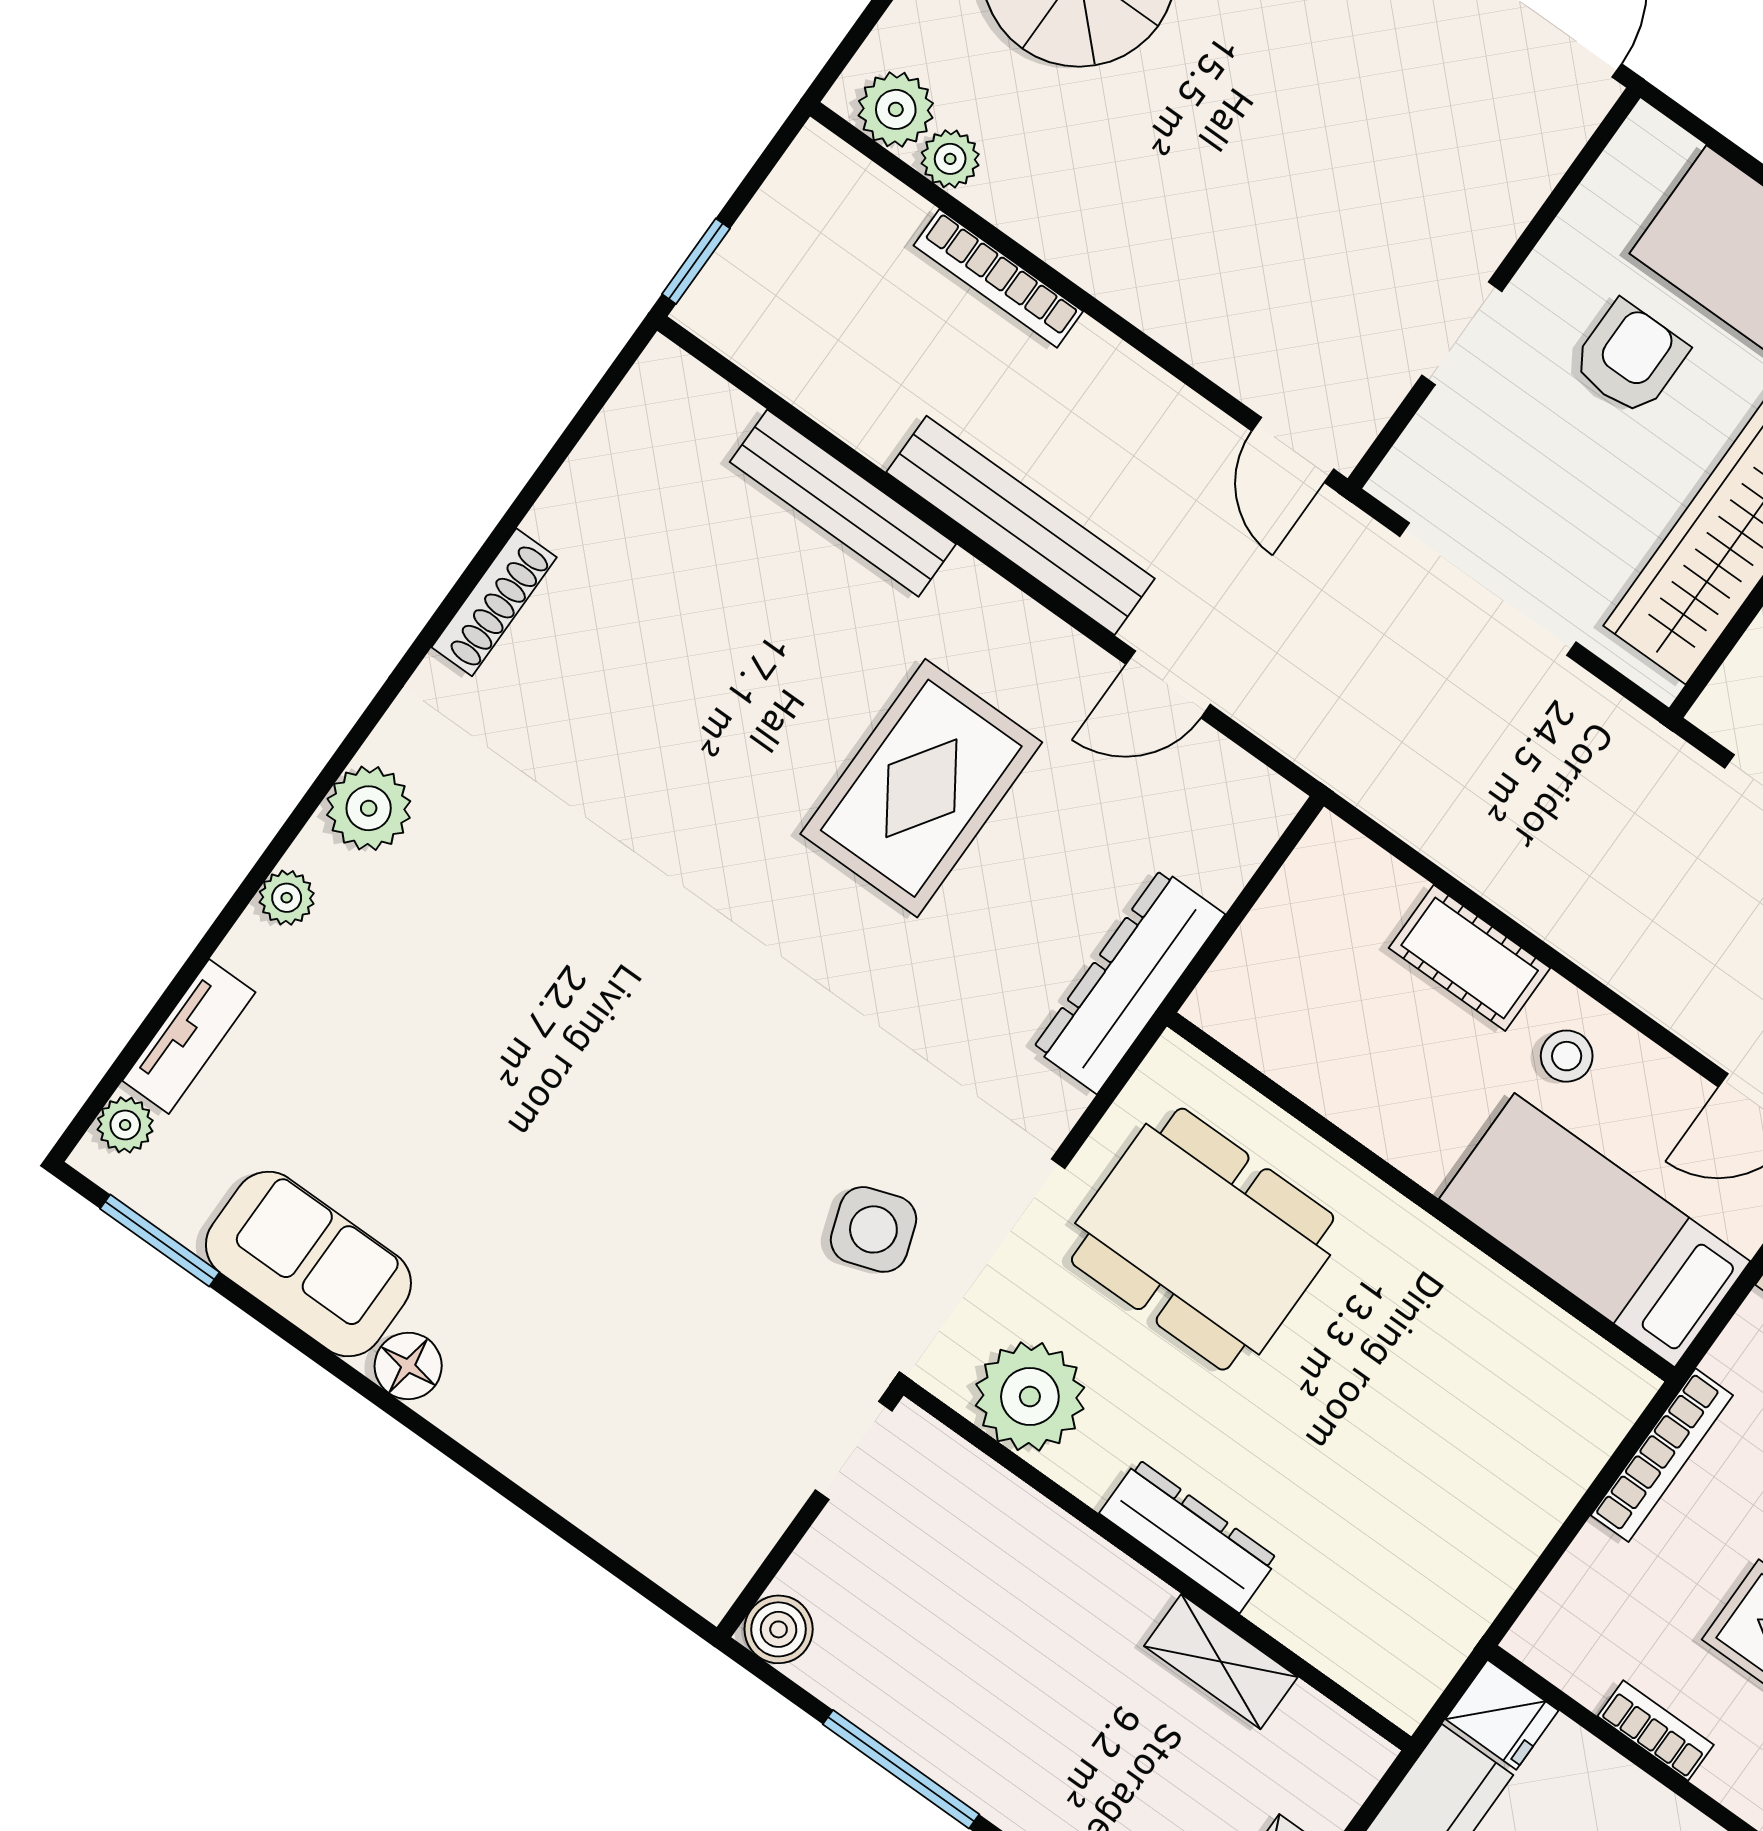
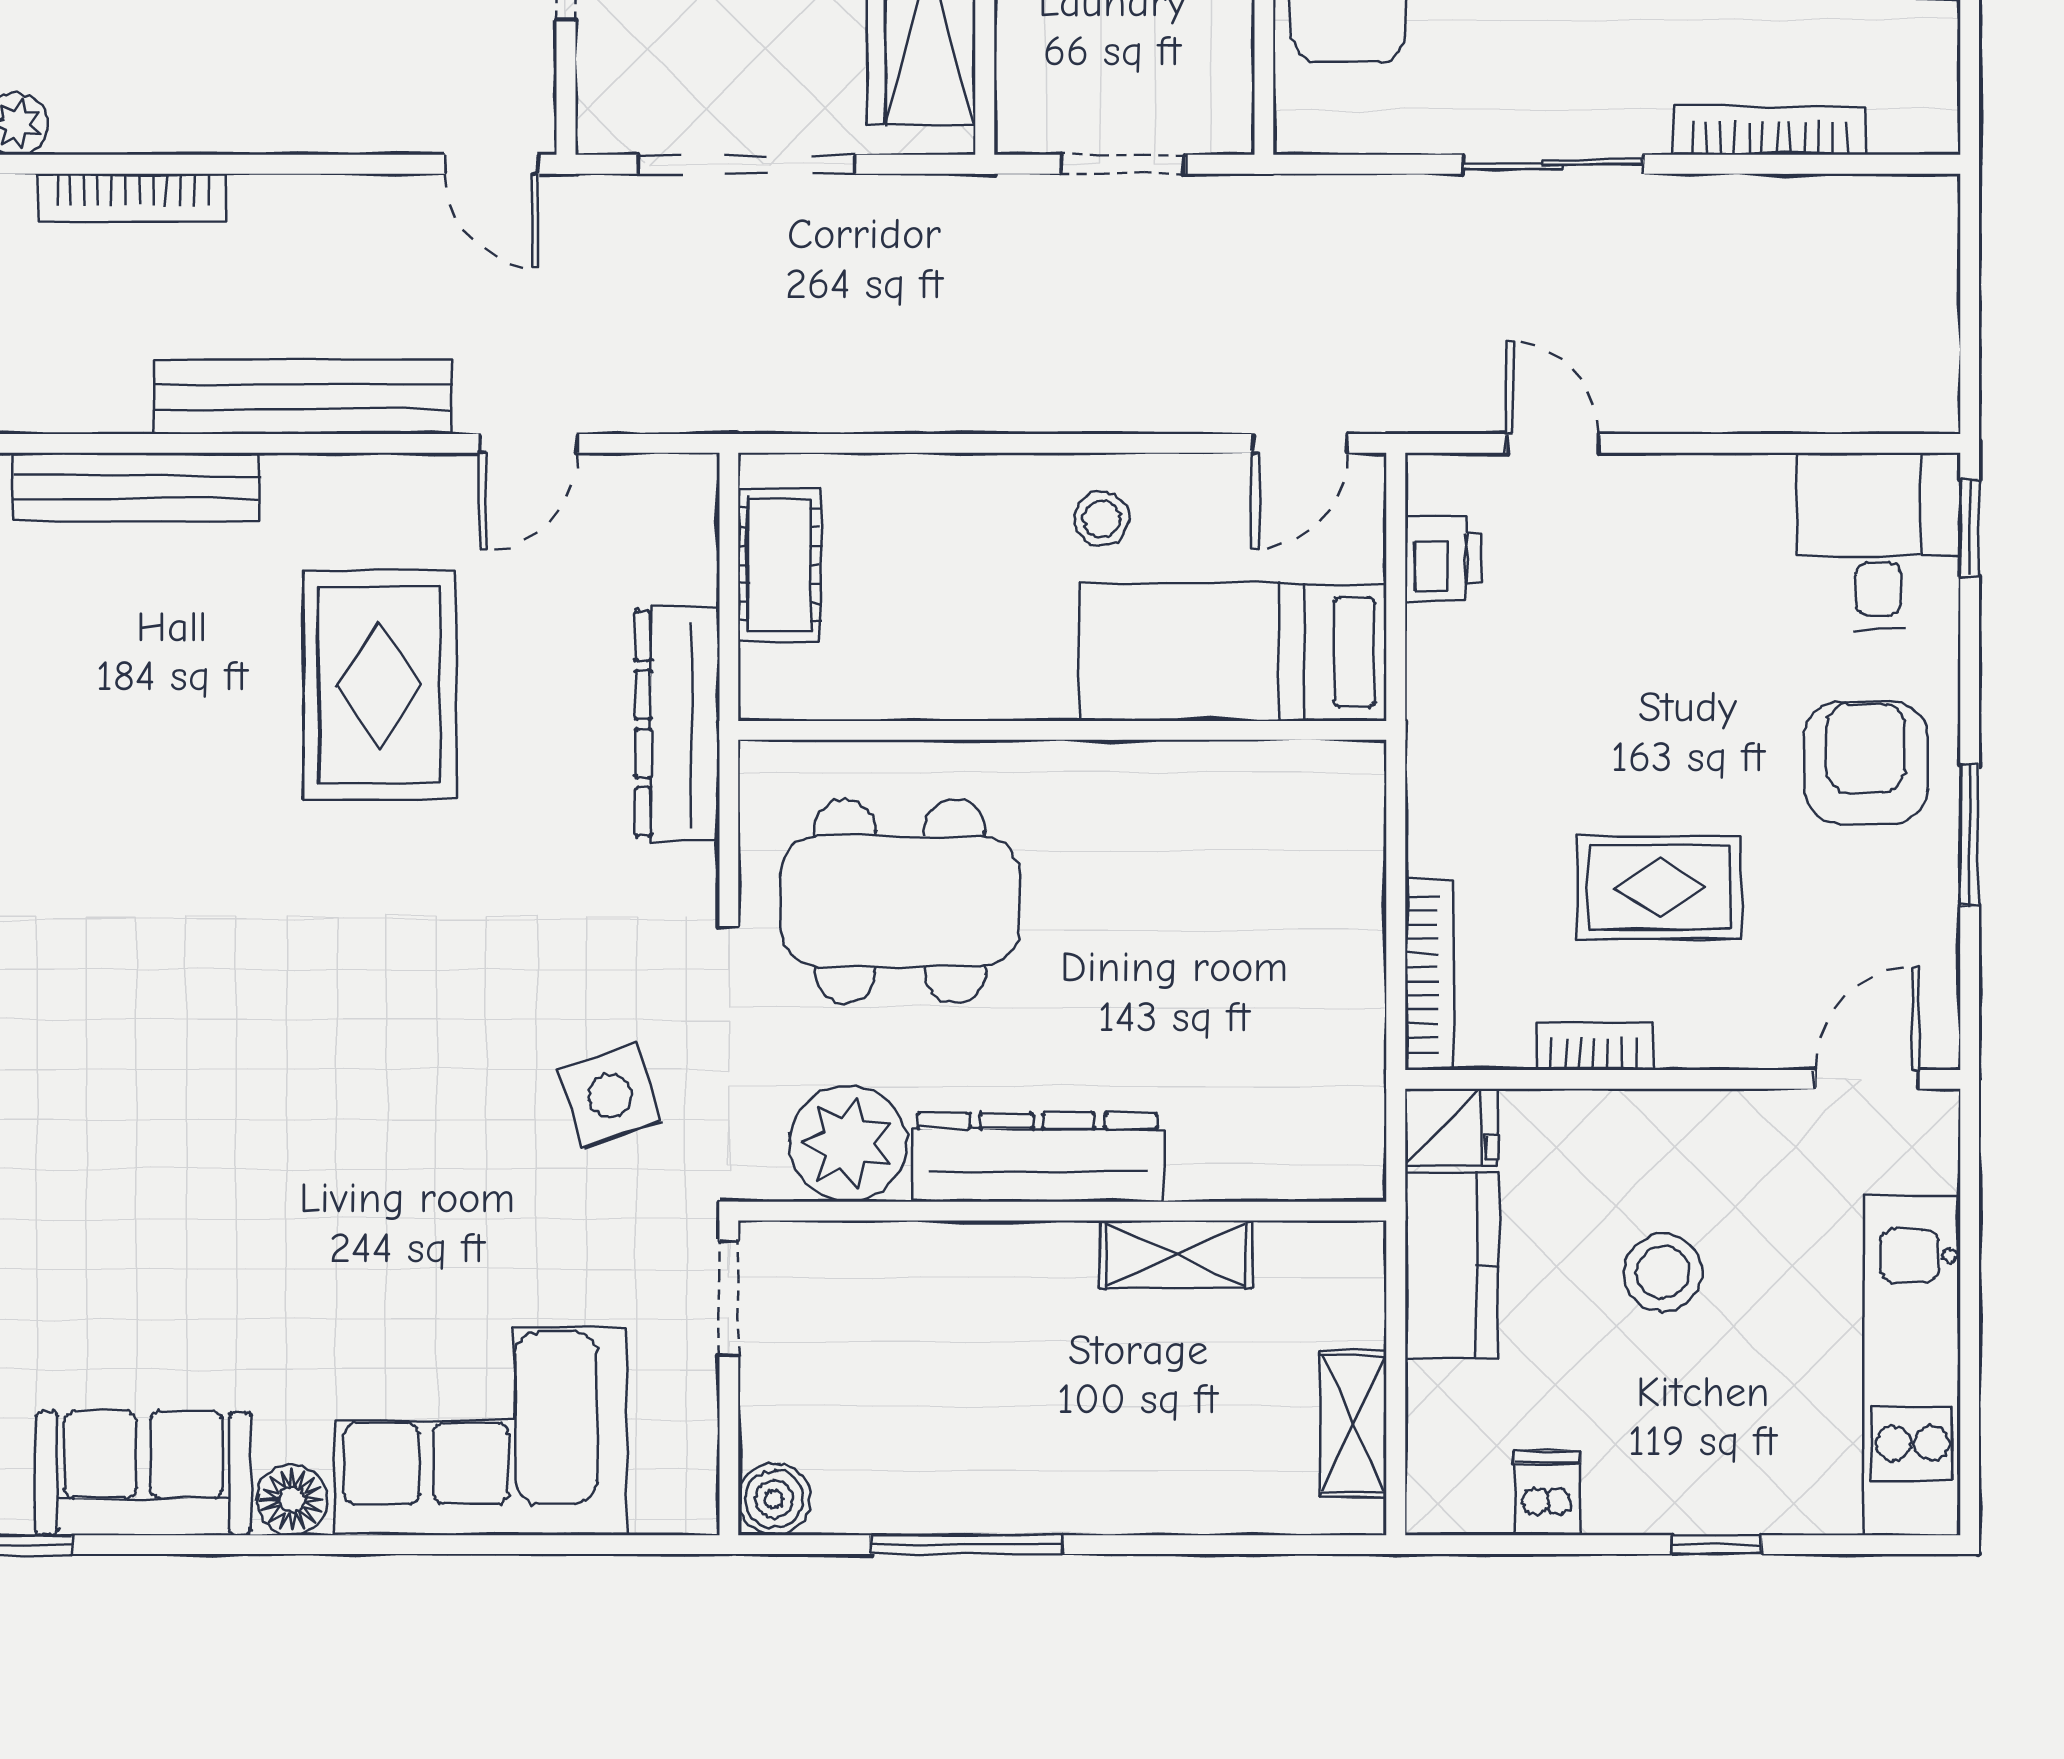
cot: (1470, 958) -> (779, 565), moved, turned 90
corner sofa: (590, 1416) -> (480, 1431), added
bookcase: (1662, 1455) -> (1430, 974), moved
dresser: (1189, 1536) -> (1037, 1157), width x1.37, depth x1.24

